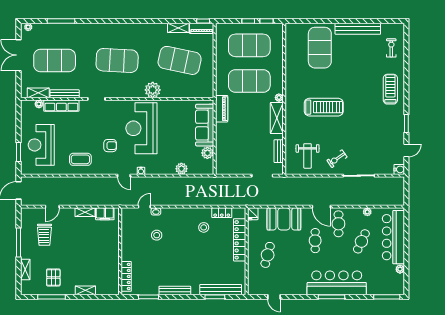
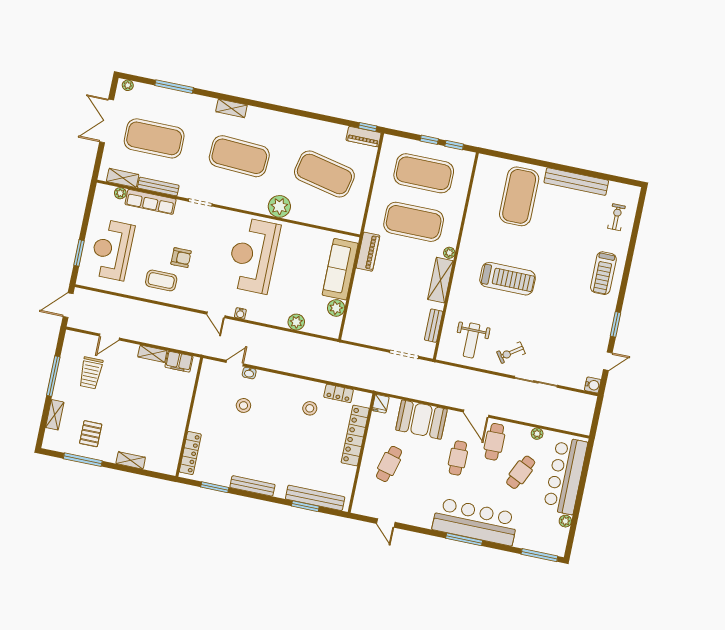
shelving: (178, 28) -> (231, 108), moved
treadmill: (390, 89) -> (603, 273), turned 180
armchair: (110, 146) -> (181, 258), moved

